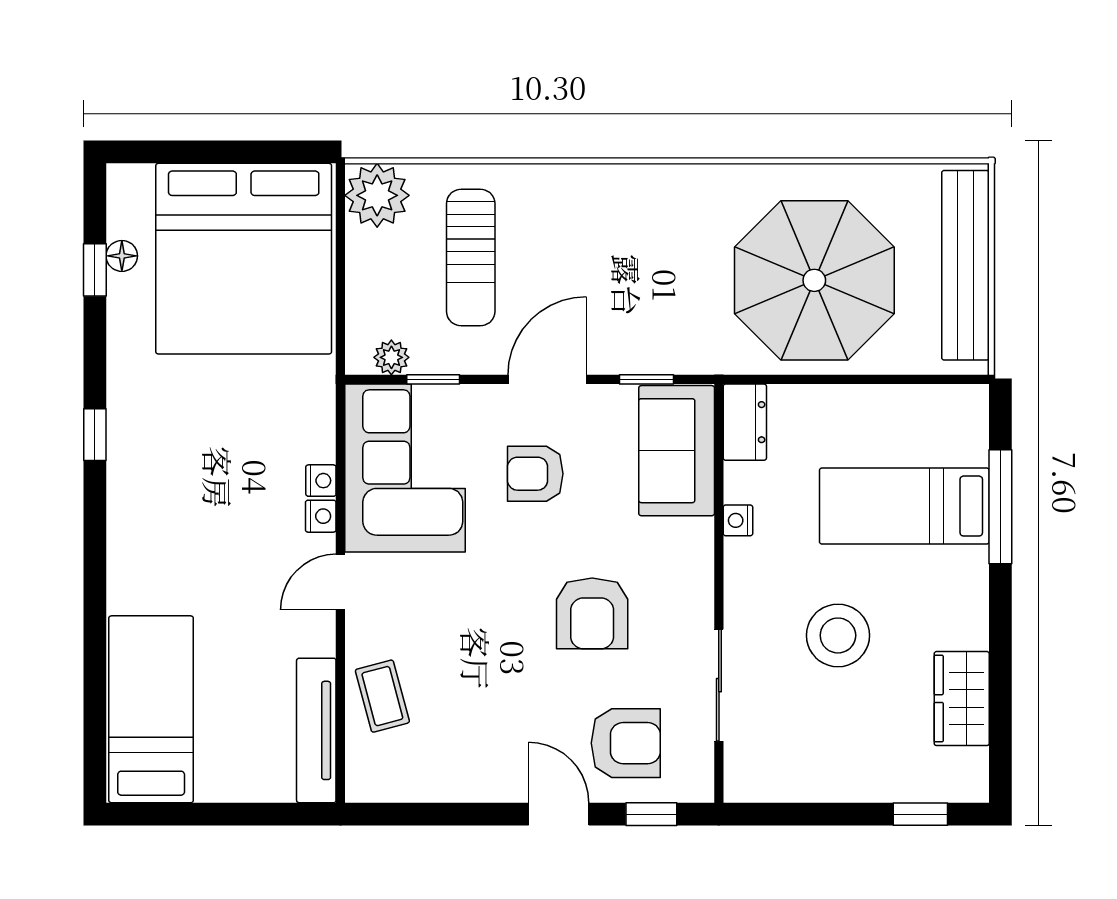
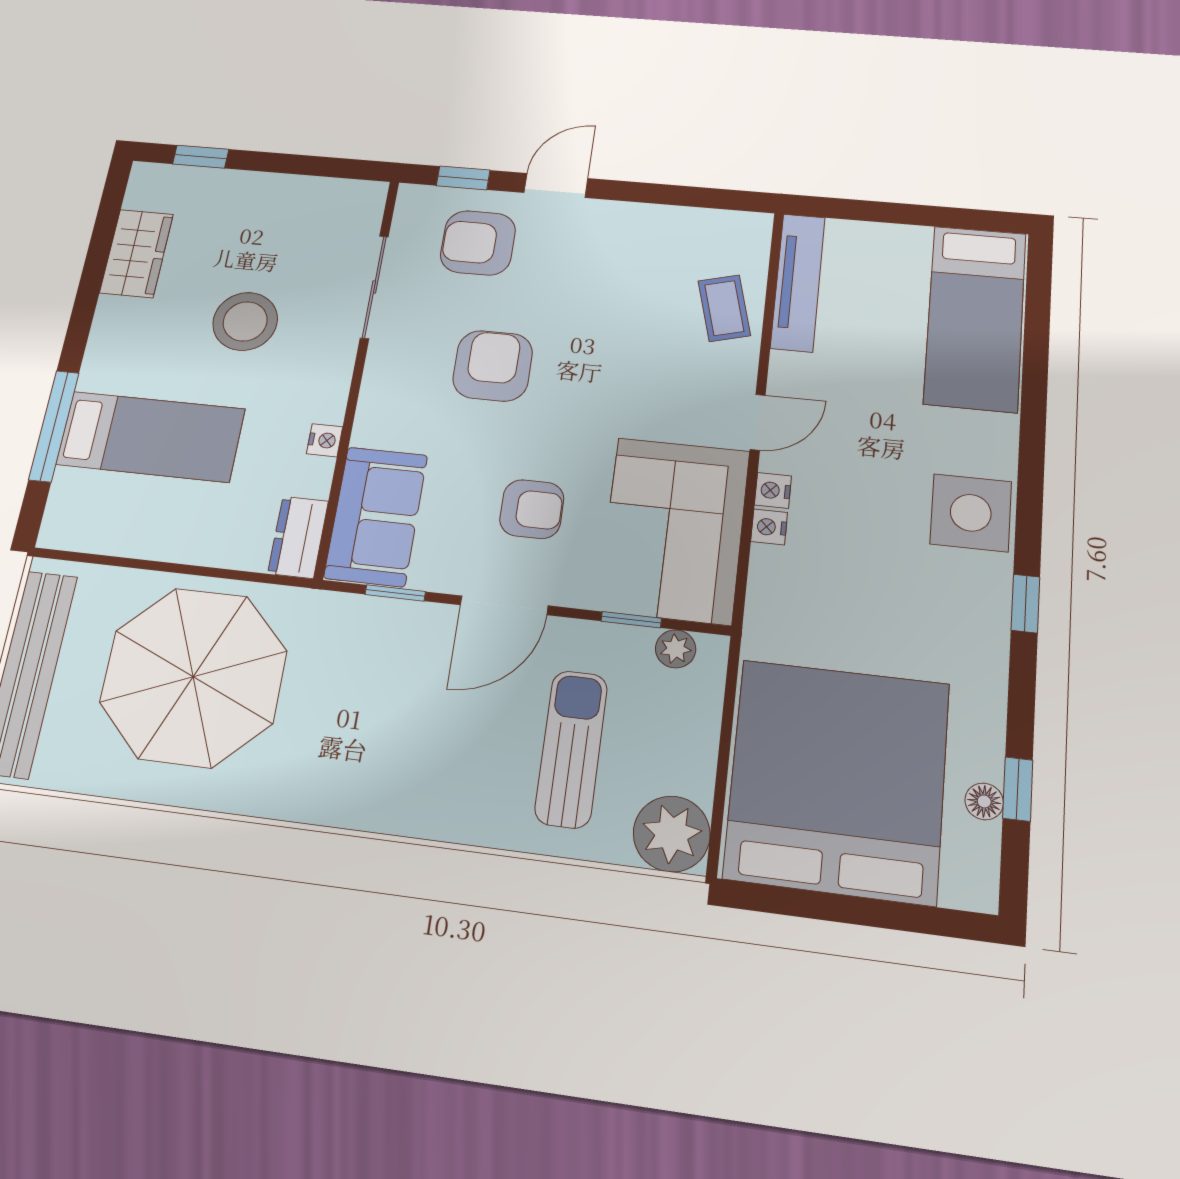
side table: (146, 514) -> (971, 513), added
door: (559, 814) -> (556, 186), swing flipped

